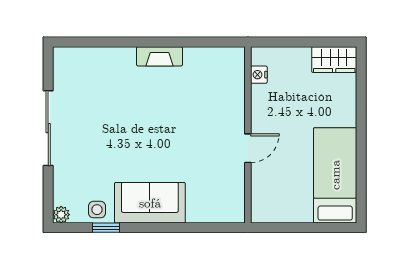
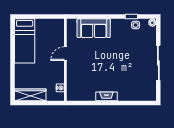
wardrobe: (334, 60) -> (30, 95), width x1.50
sofa: (150, 203) -> (94, 28), moved

